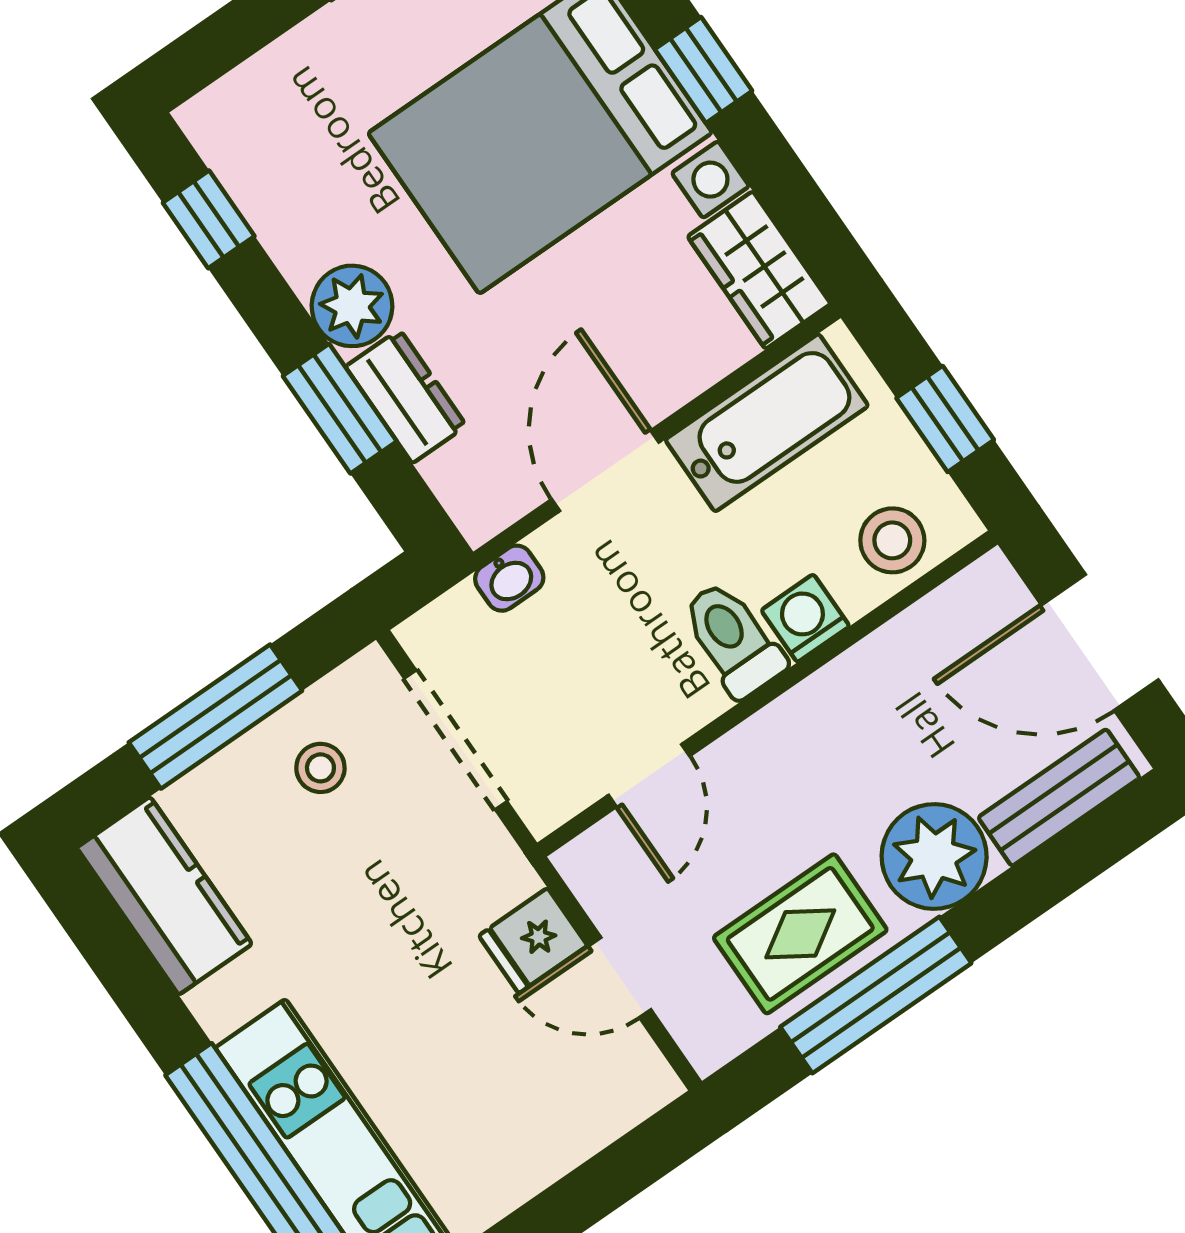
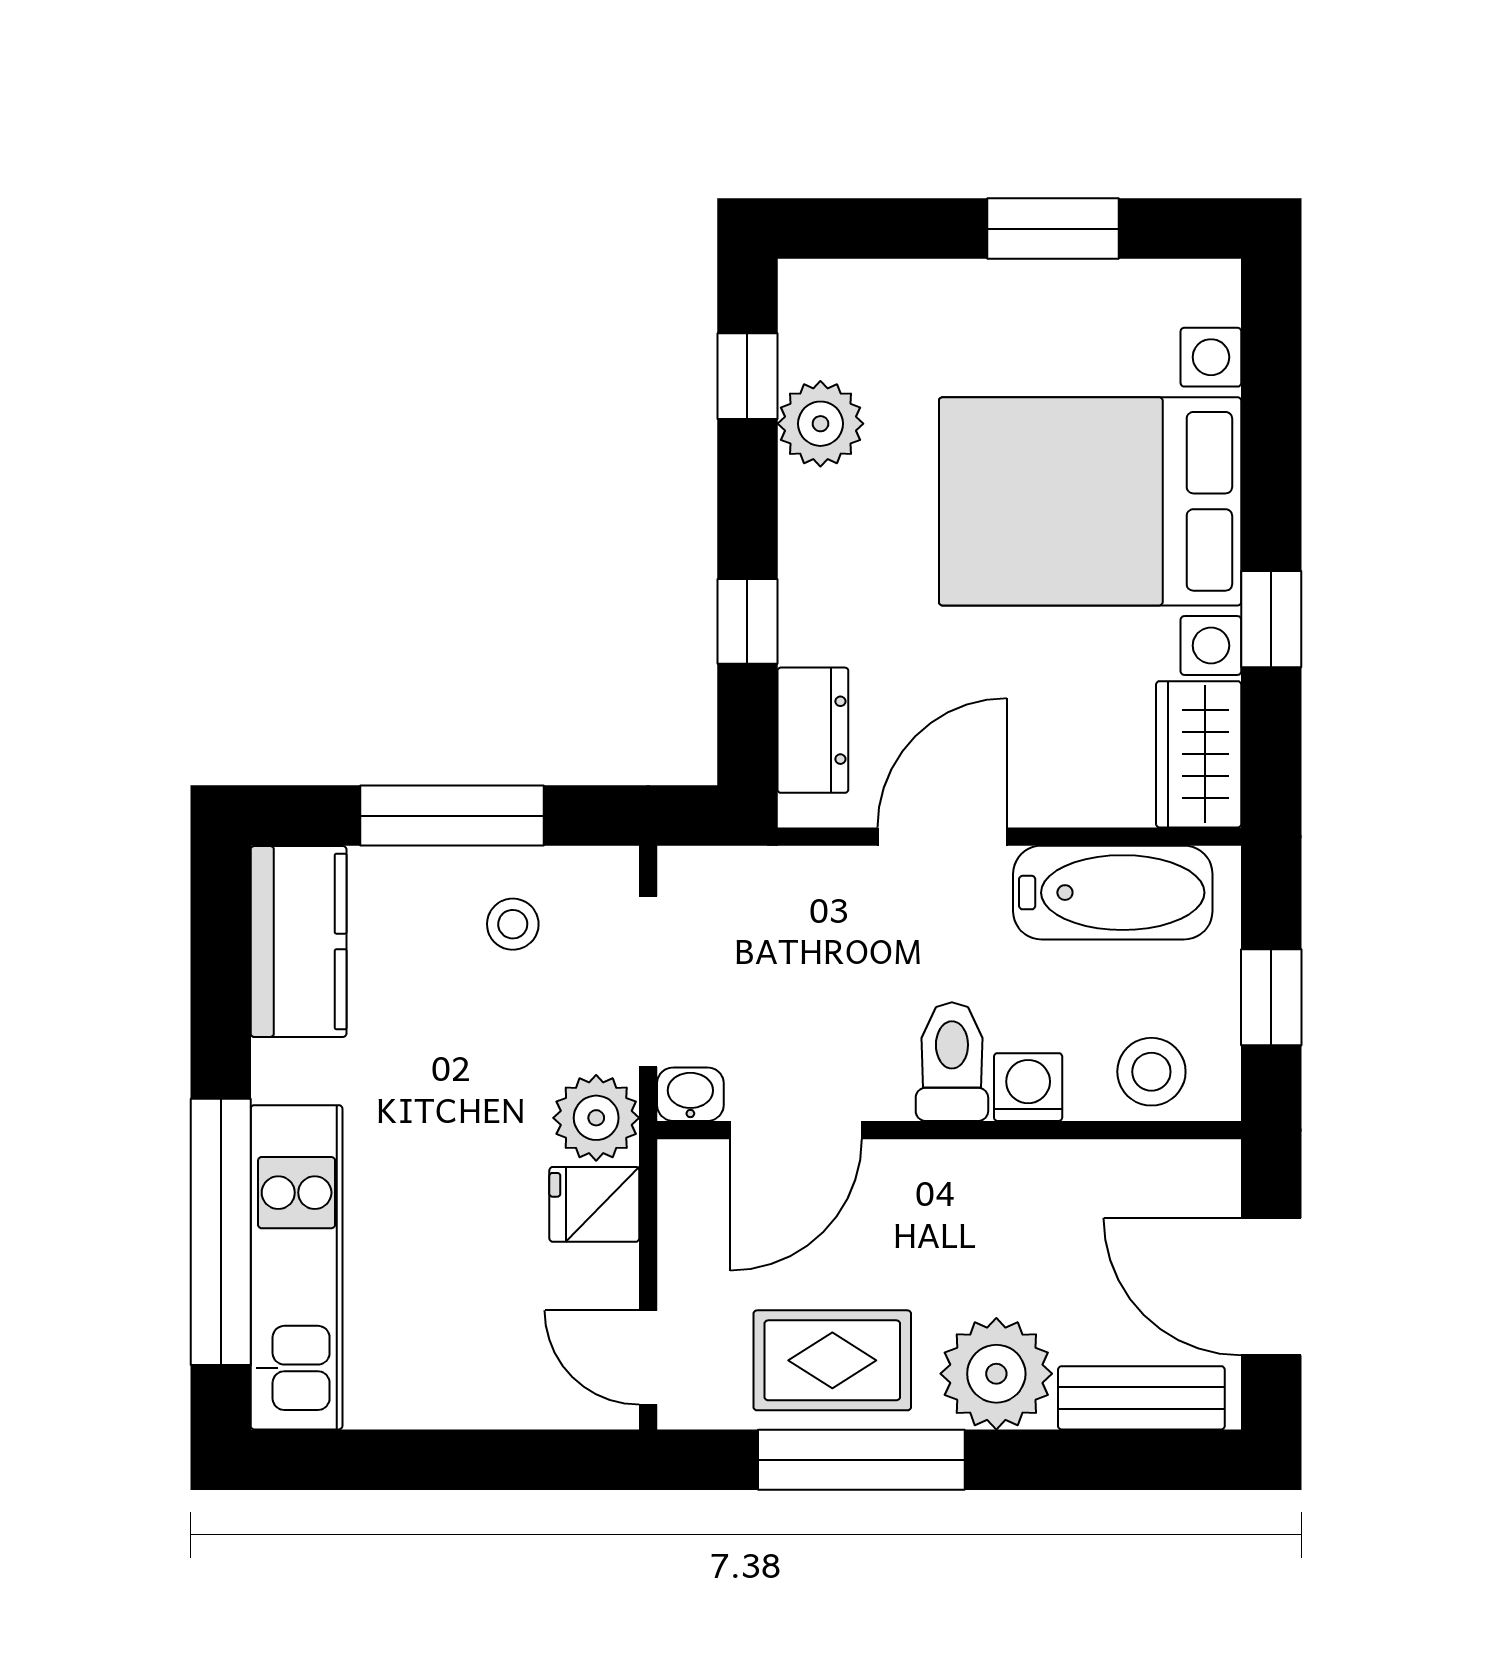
window: (703, 70) -> (1271, 619), moved
plant: (352, 306) -> (820, 424), moved
dresser: (406, 396) -> (813, 730), moved
window: (340, 409) -> (747, 621), width x0.67
washbasin: (509, 578) -> (690, 1094), moved, turned 180
door: (649, 776) -> (796, 1130), width x1.38
plant: (488, 873) -> (596, 1118), added
door: (620, 977) -> (648, 1357), moved

